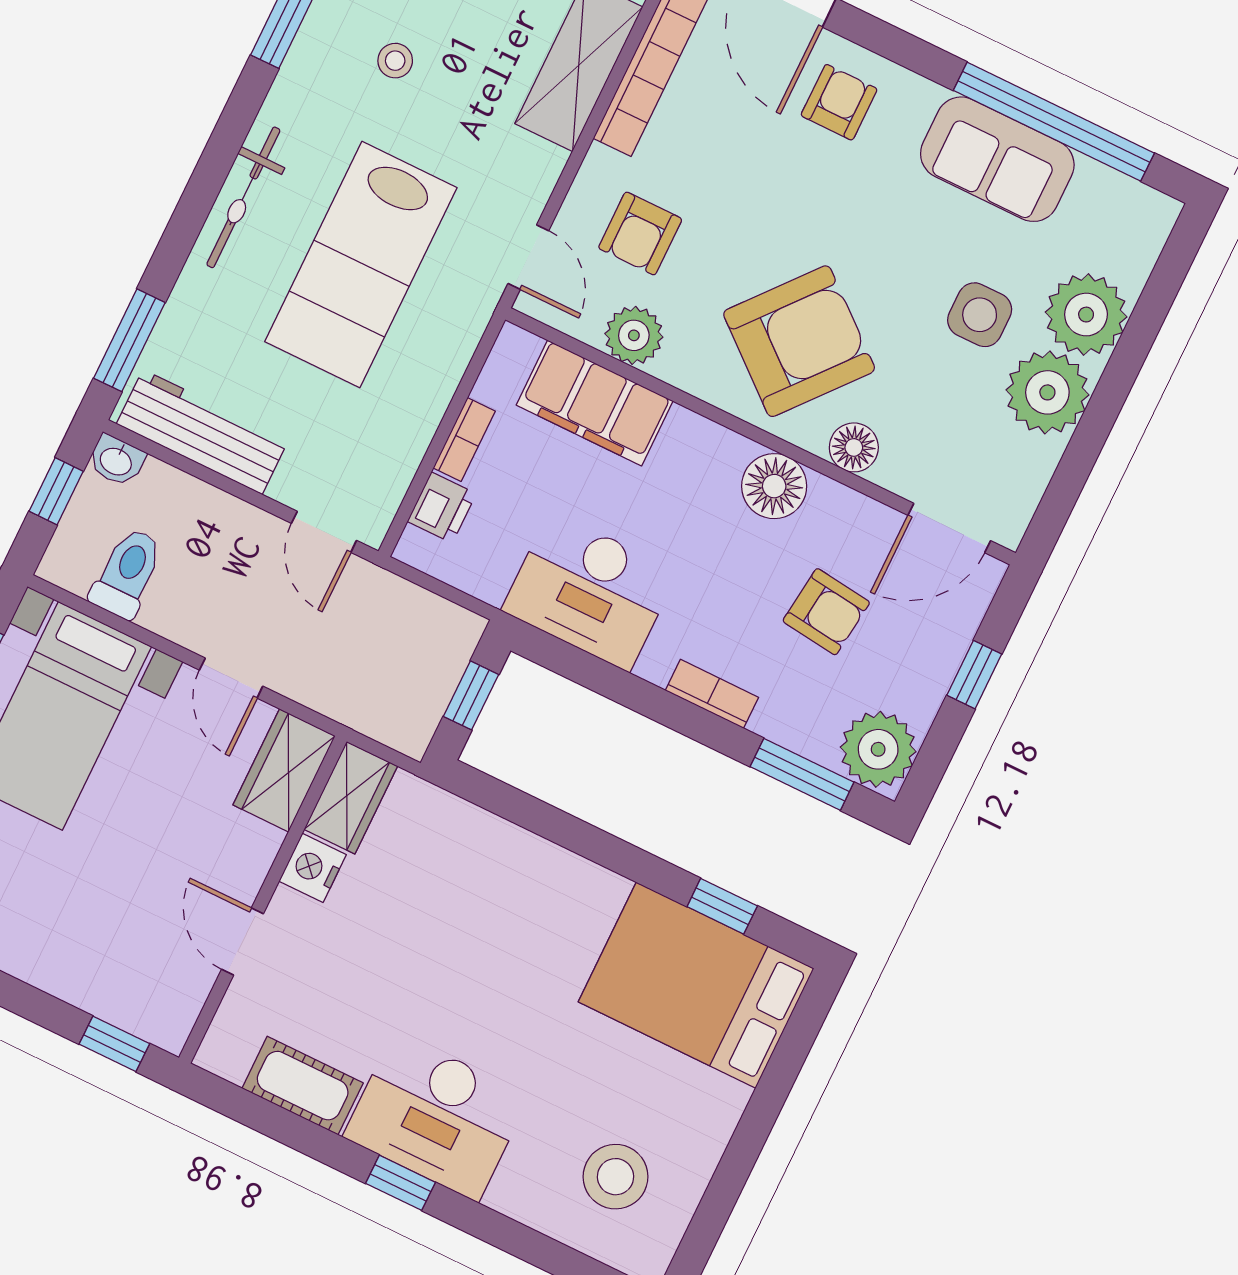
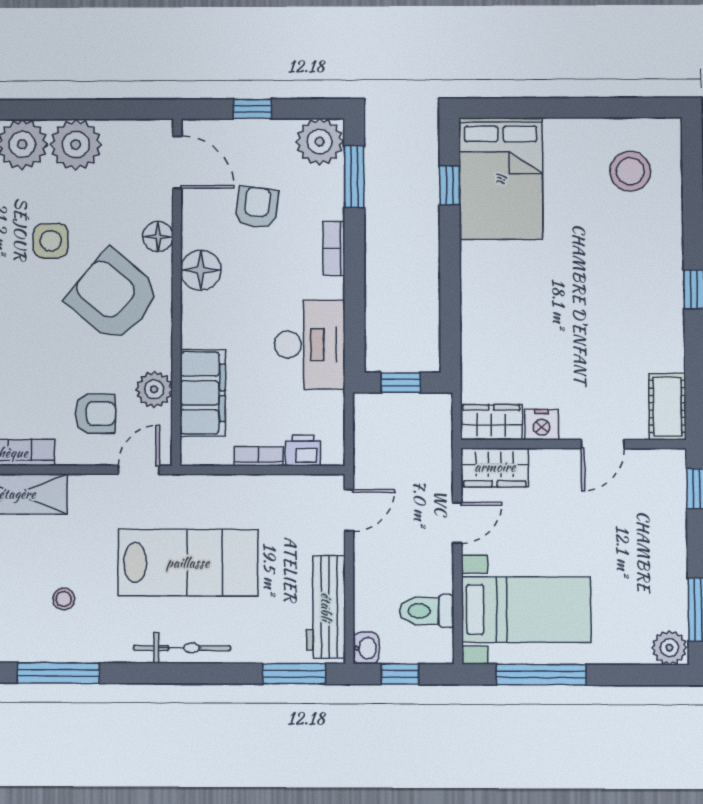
side table: (980, 315) -> (51, 241), moved
cot: (303, 1086) -> (667, 407), moved
desk: (436, 1116) -> (647, 287), removed

